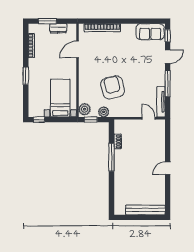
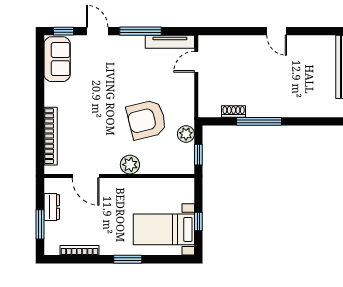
bed with nightstands: (60, 98) -> (164, 229), moved
plant: (85, 109) -> (130, 165), moved
window: (39, 120) -> (198, 221), moved

